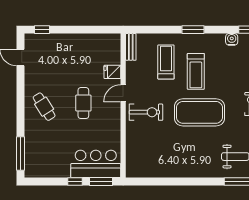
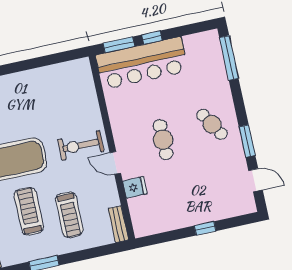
window: (42, 30) -> (205, 228), moved
window: (21, 88) -> (247, 141), added
door: (123, 93) -> (115, 163), swing flipped
bar counter: (96, 164) -> (142, 63), width x1.36

